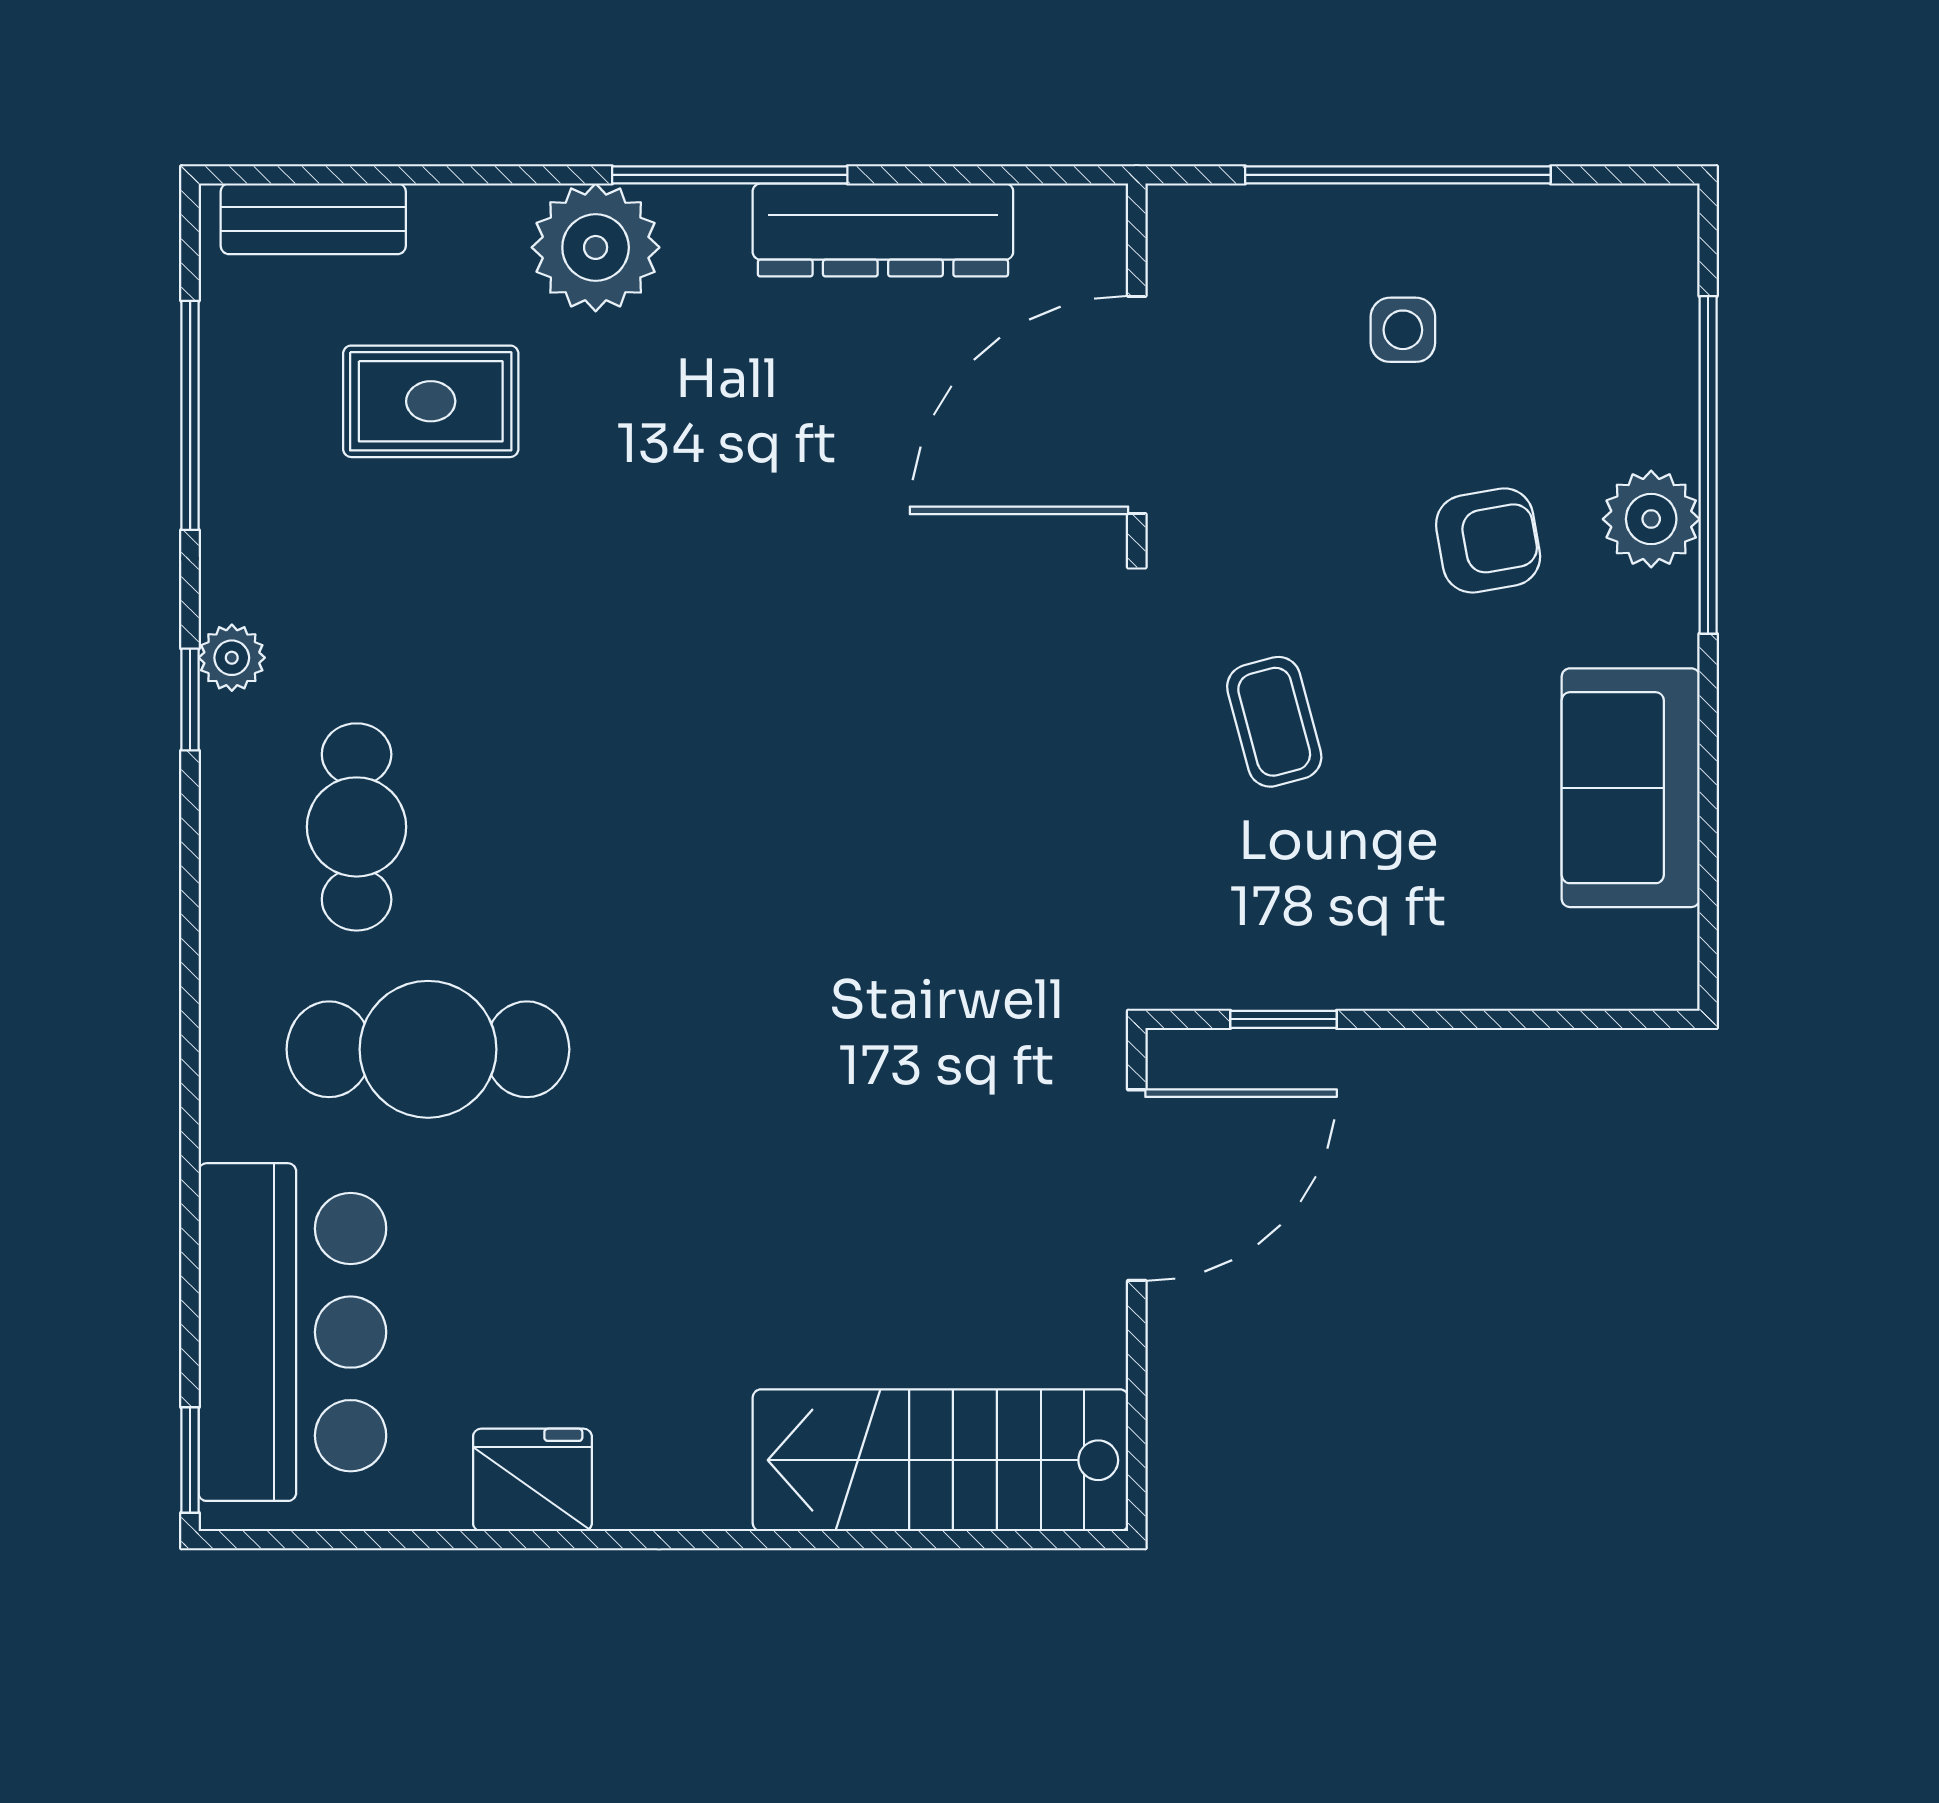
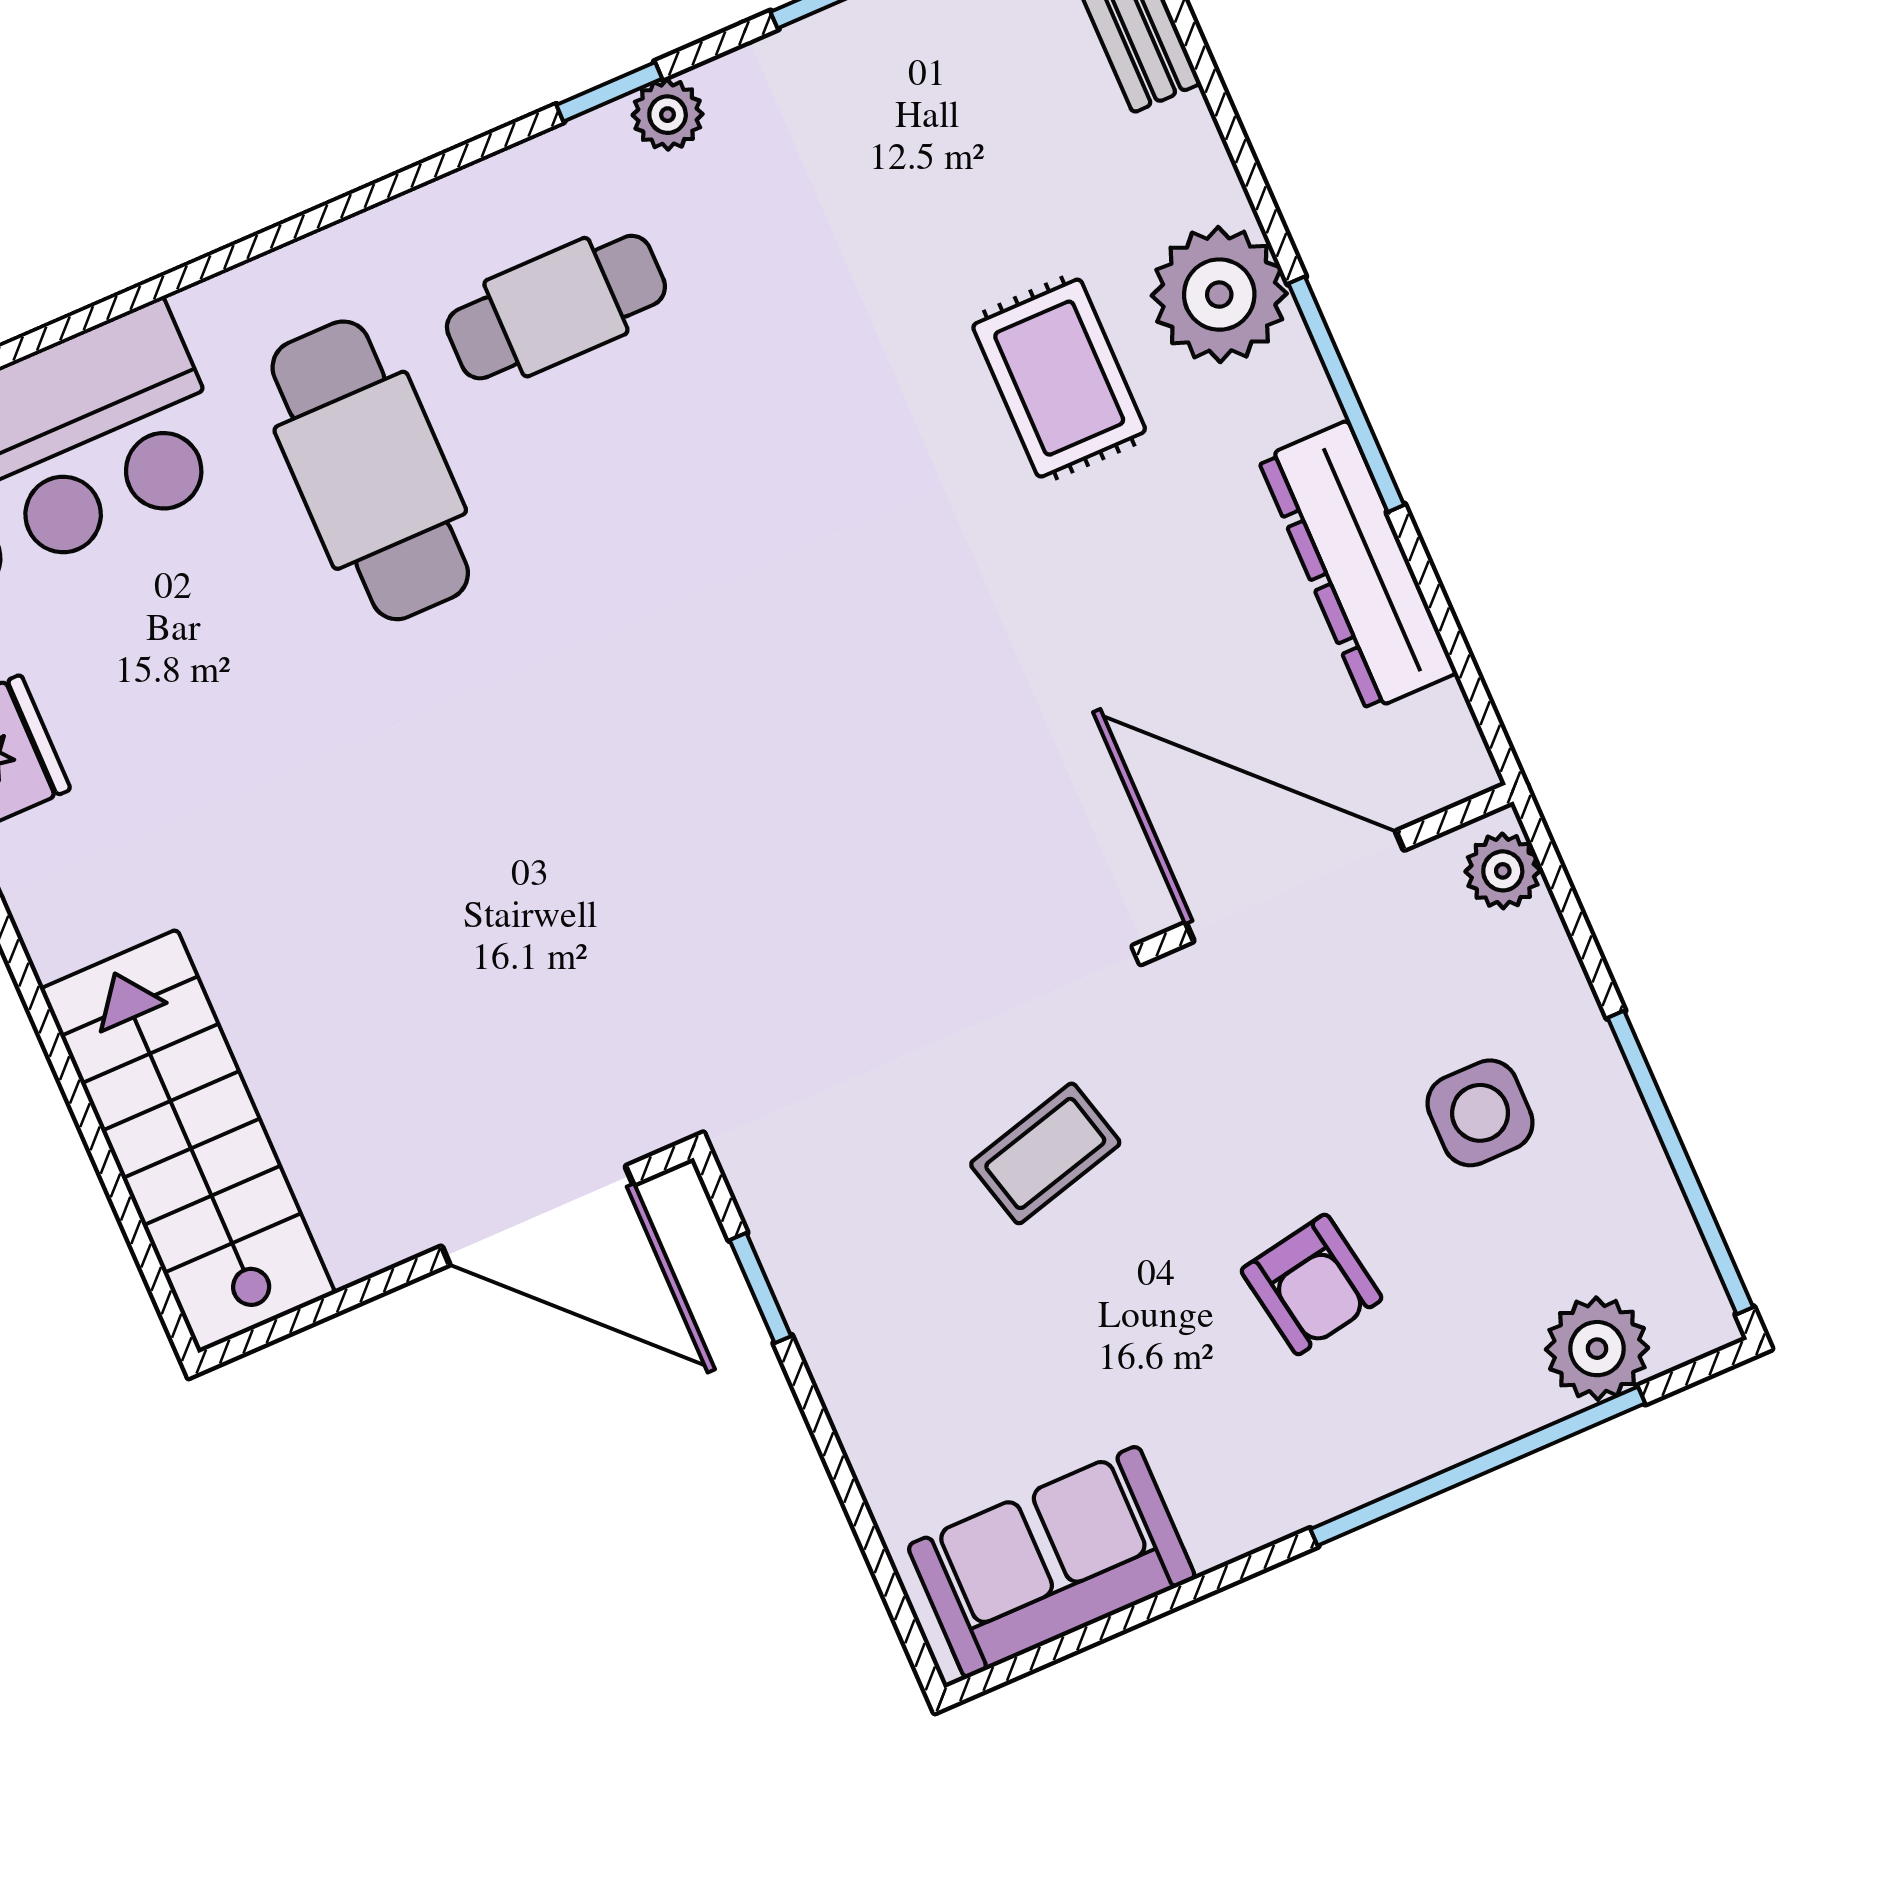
window: (1398, 175) -> (1680, 1162), moved
plant: (1202, 219) -> (1503, 871), added
side table: (1403, 330) -> (1480, 1113), width x1.37, depth x1.37
rug: (431, 401) -> (1059, 378), moved
plant: (1651, 519) -> (1597, 1349), moved
sofa: (1631, 788) -> (1052, 1562), moved

